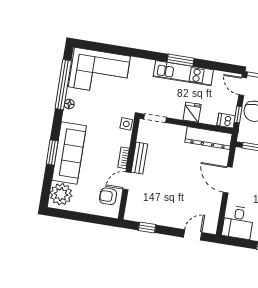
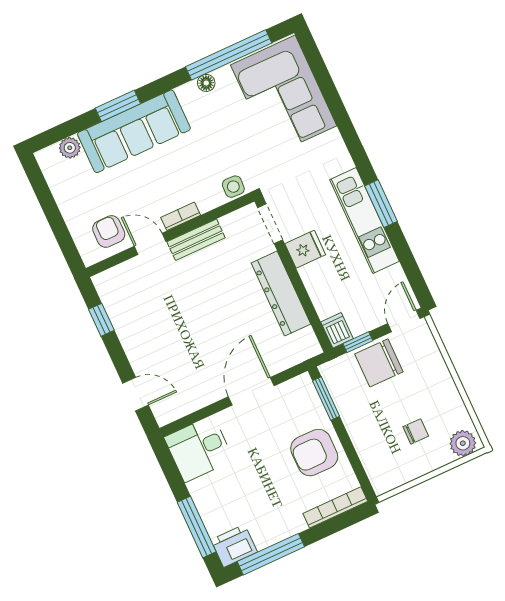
fridge: (192, 112) -> (305, 249), moved
dresser: (208, 138) -> (281, 294), moved
plant: (61, 194) -> (70, 148), width x0.53, depth x0.53

